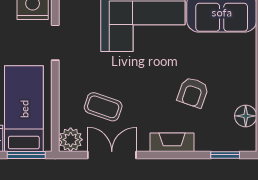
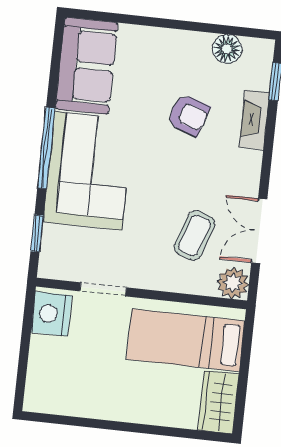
fireplace: (172, 142) -> (254, 120), moved
window: (26, 155) -> (247, 344), removed

